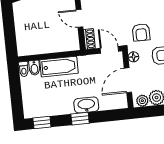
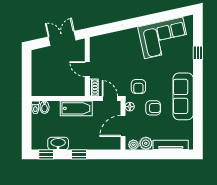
bathtub: (59, 67) -> (76, 108), moved
washbasin: (86, 105) -> (58, 143), moved

